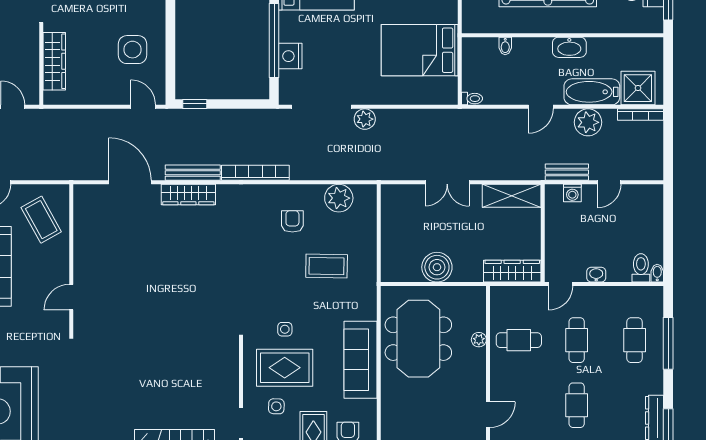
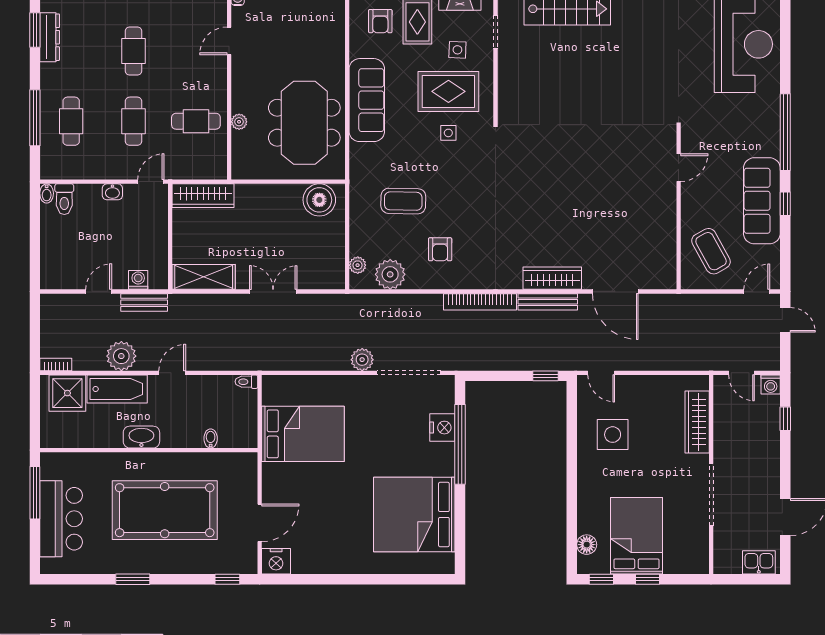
bookcase: (641, 115) -> (56, 364), width x0.64
plant: (369, 207) -> (358, 265), added
boiler: (437, 267) -> (319, 200), moved

